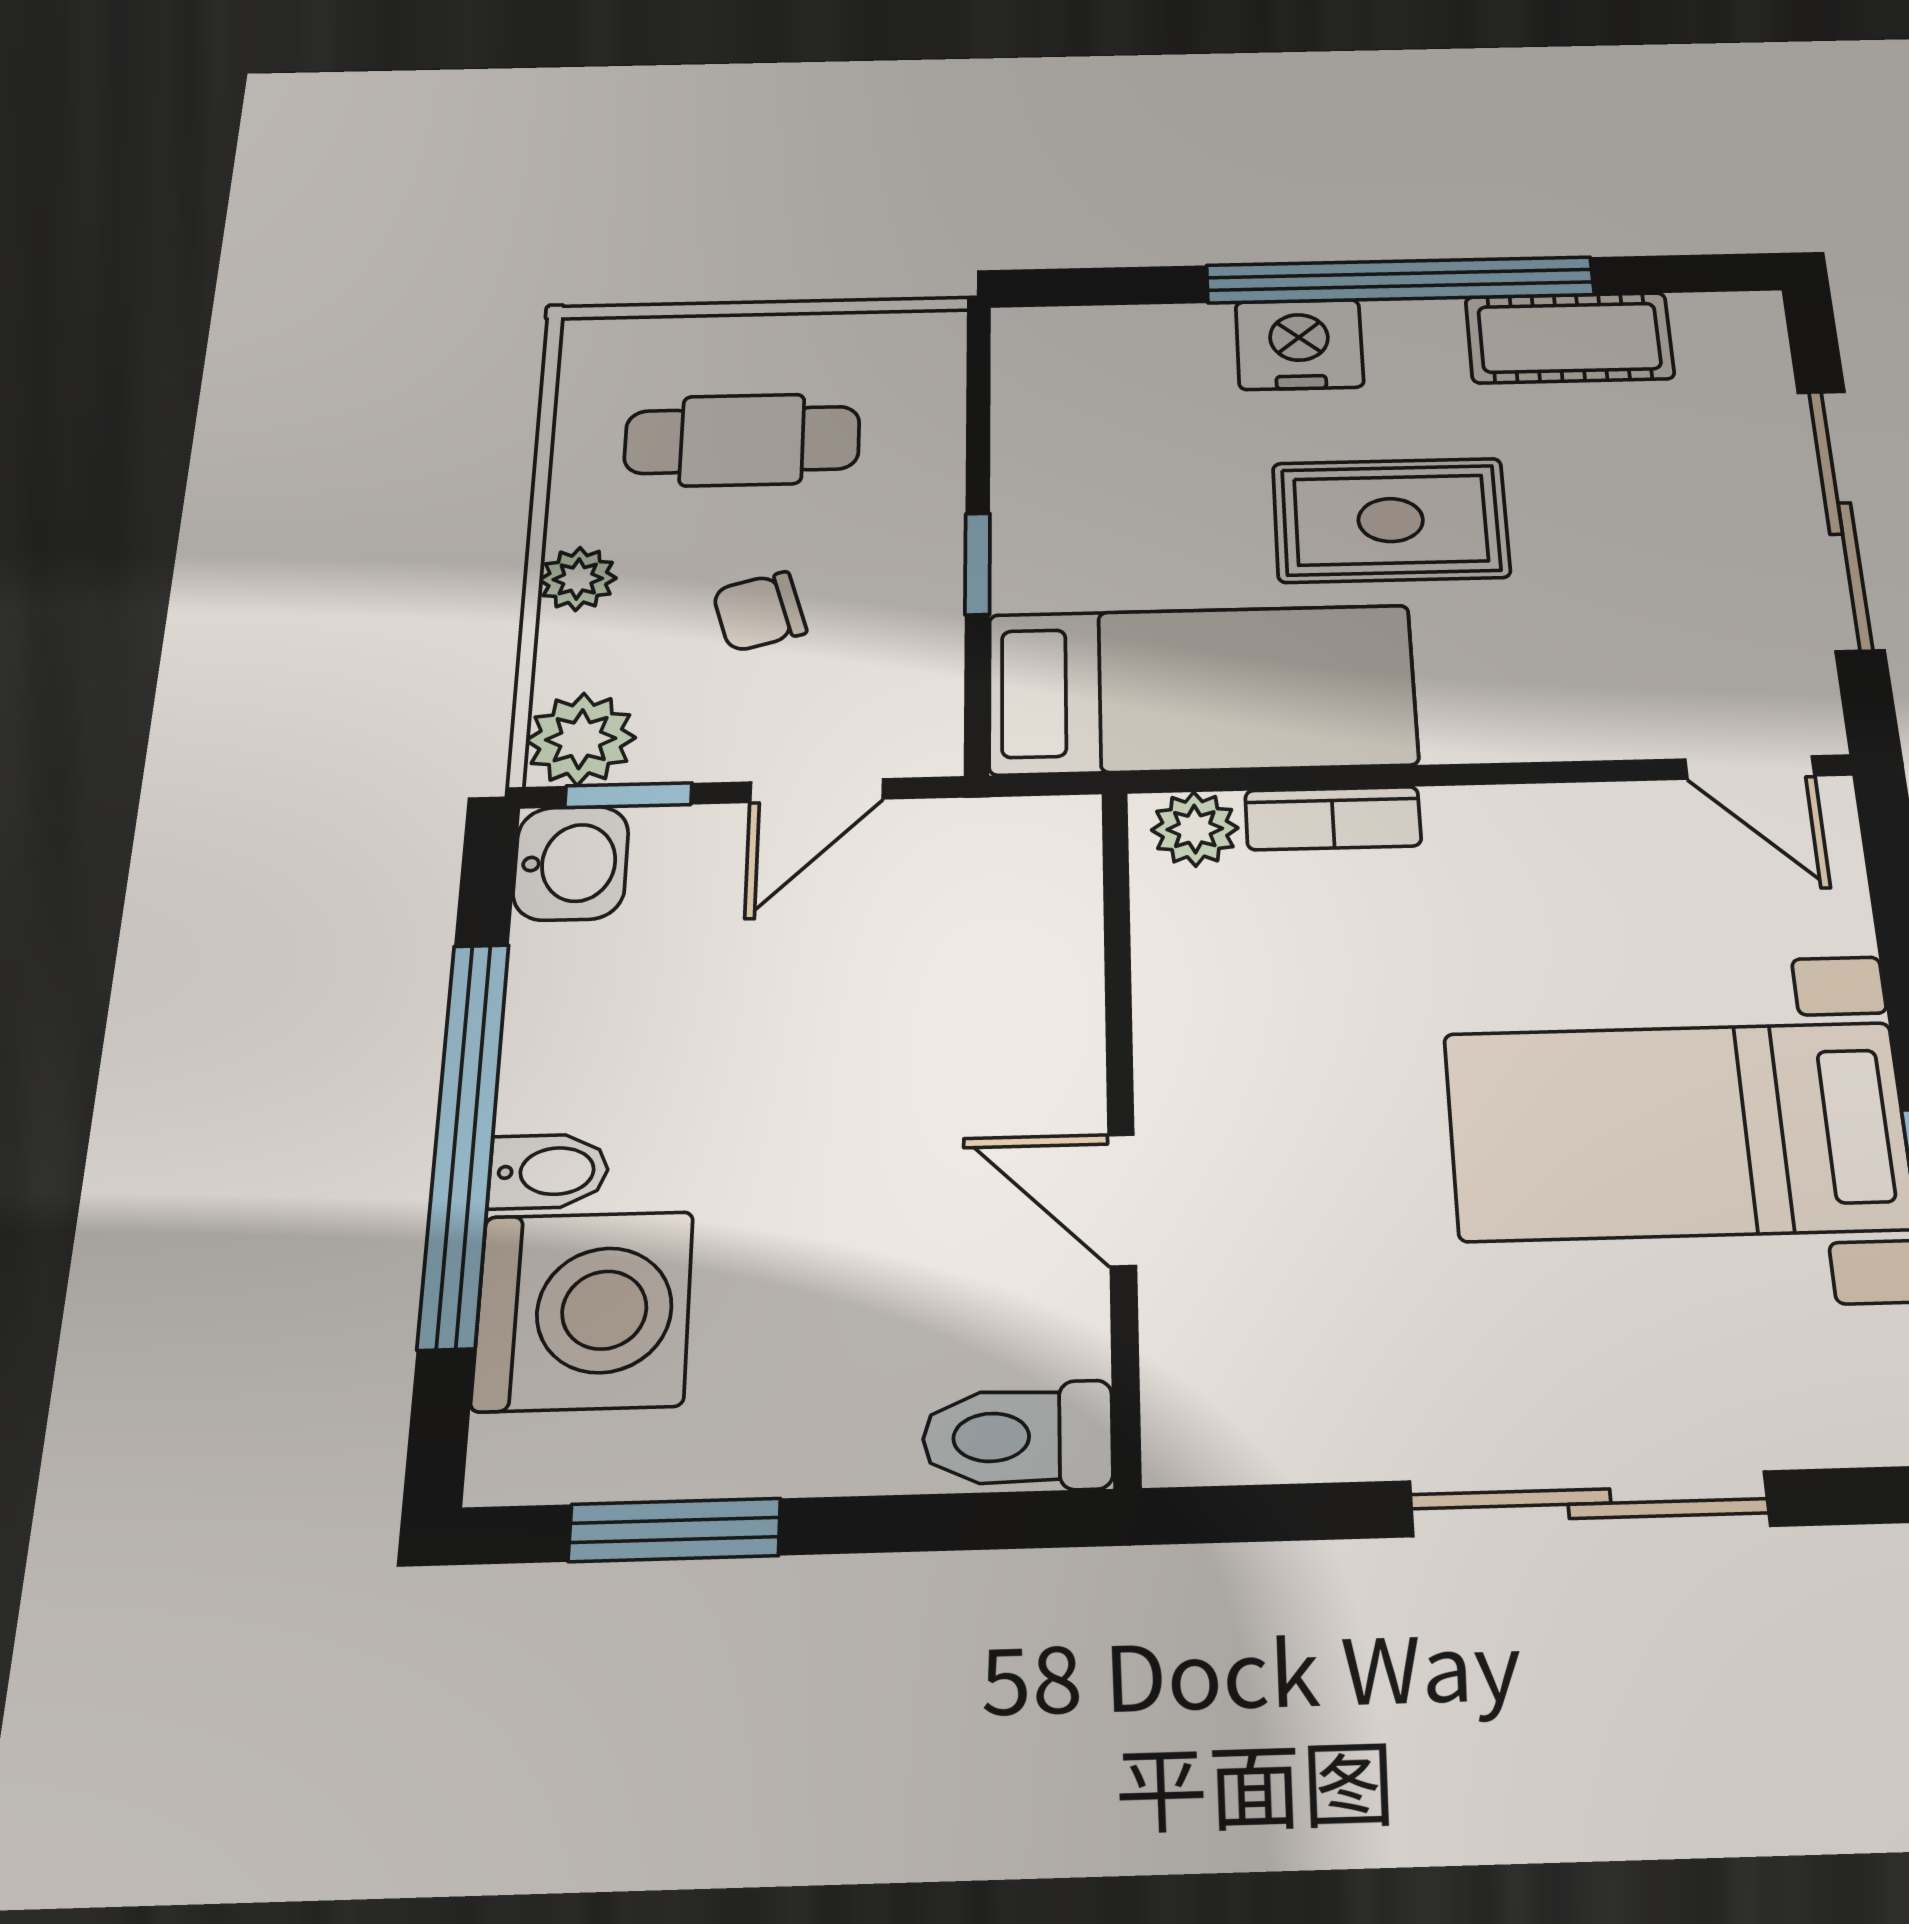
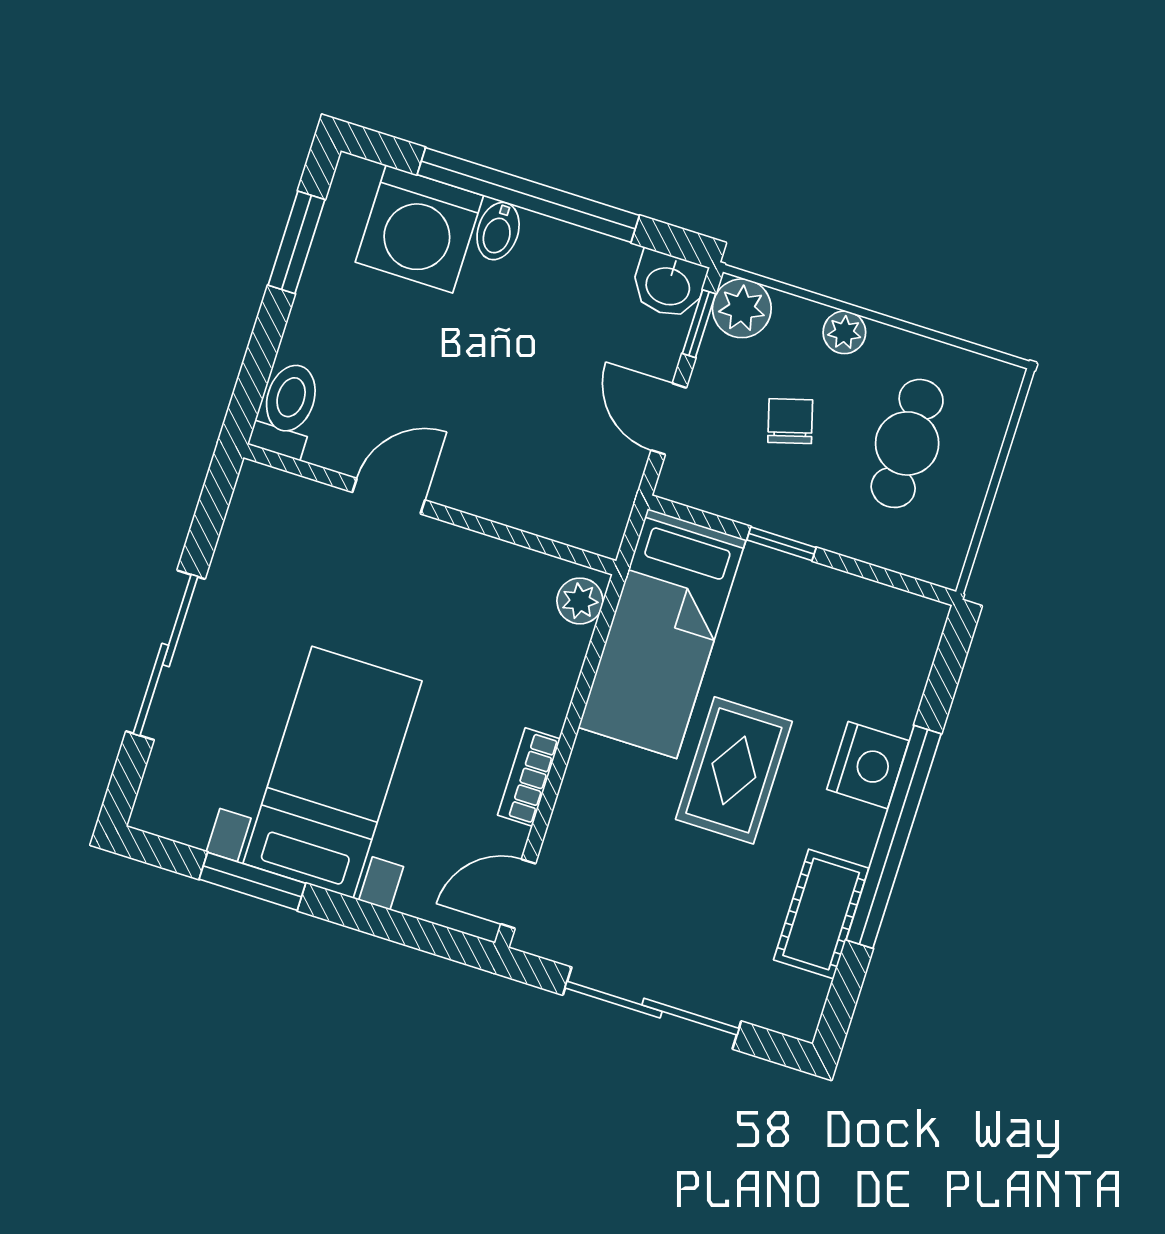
bookcase: (1333, 818) -> (529, 777), moved

